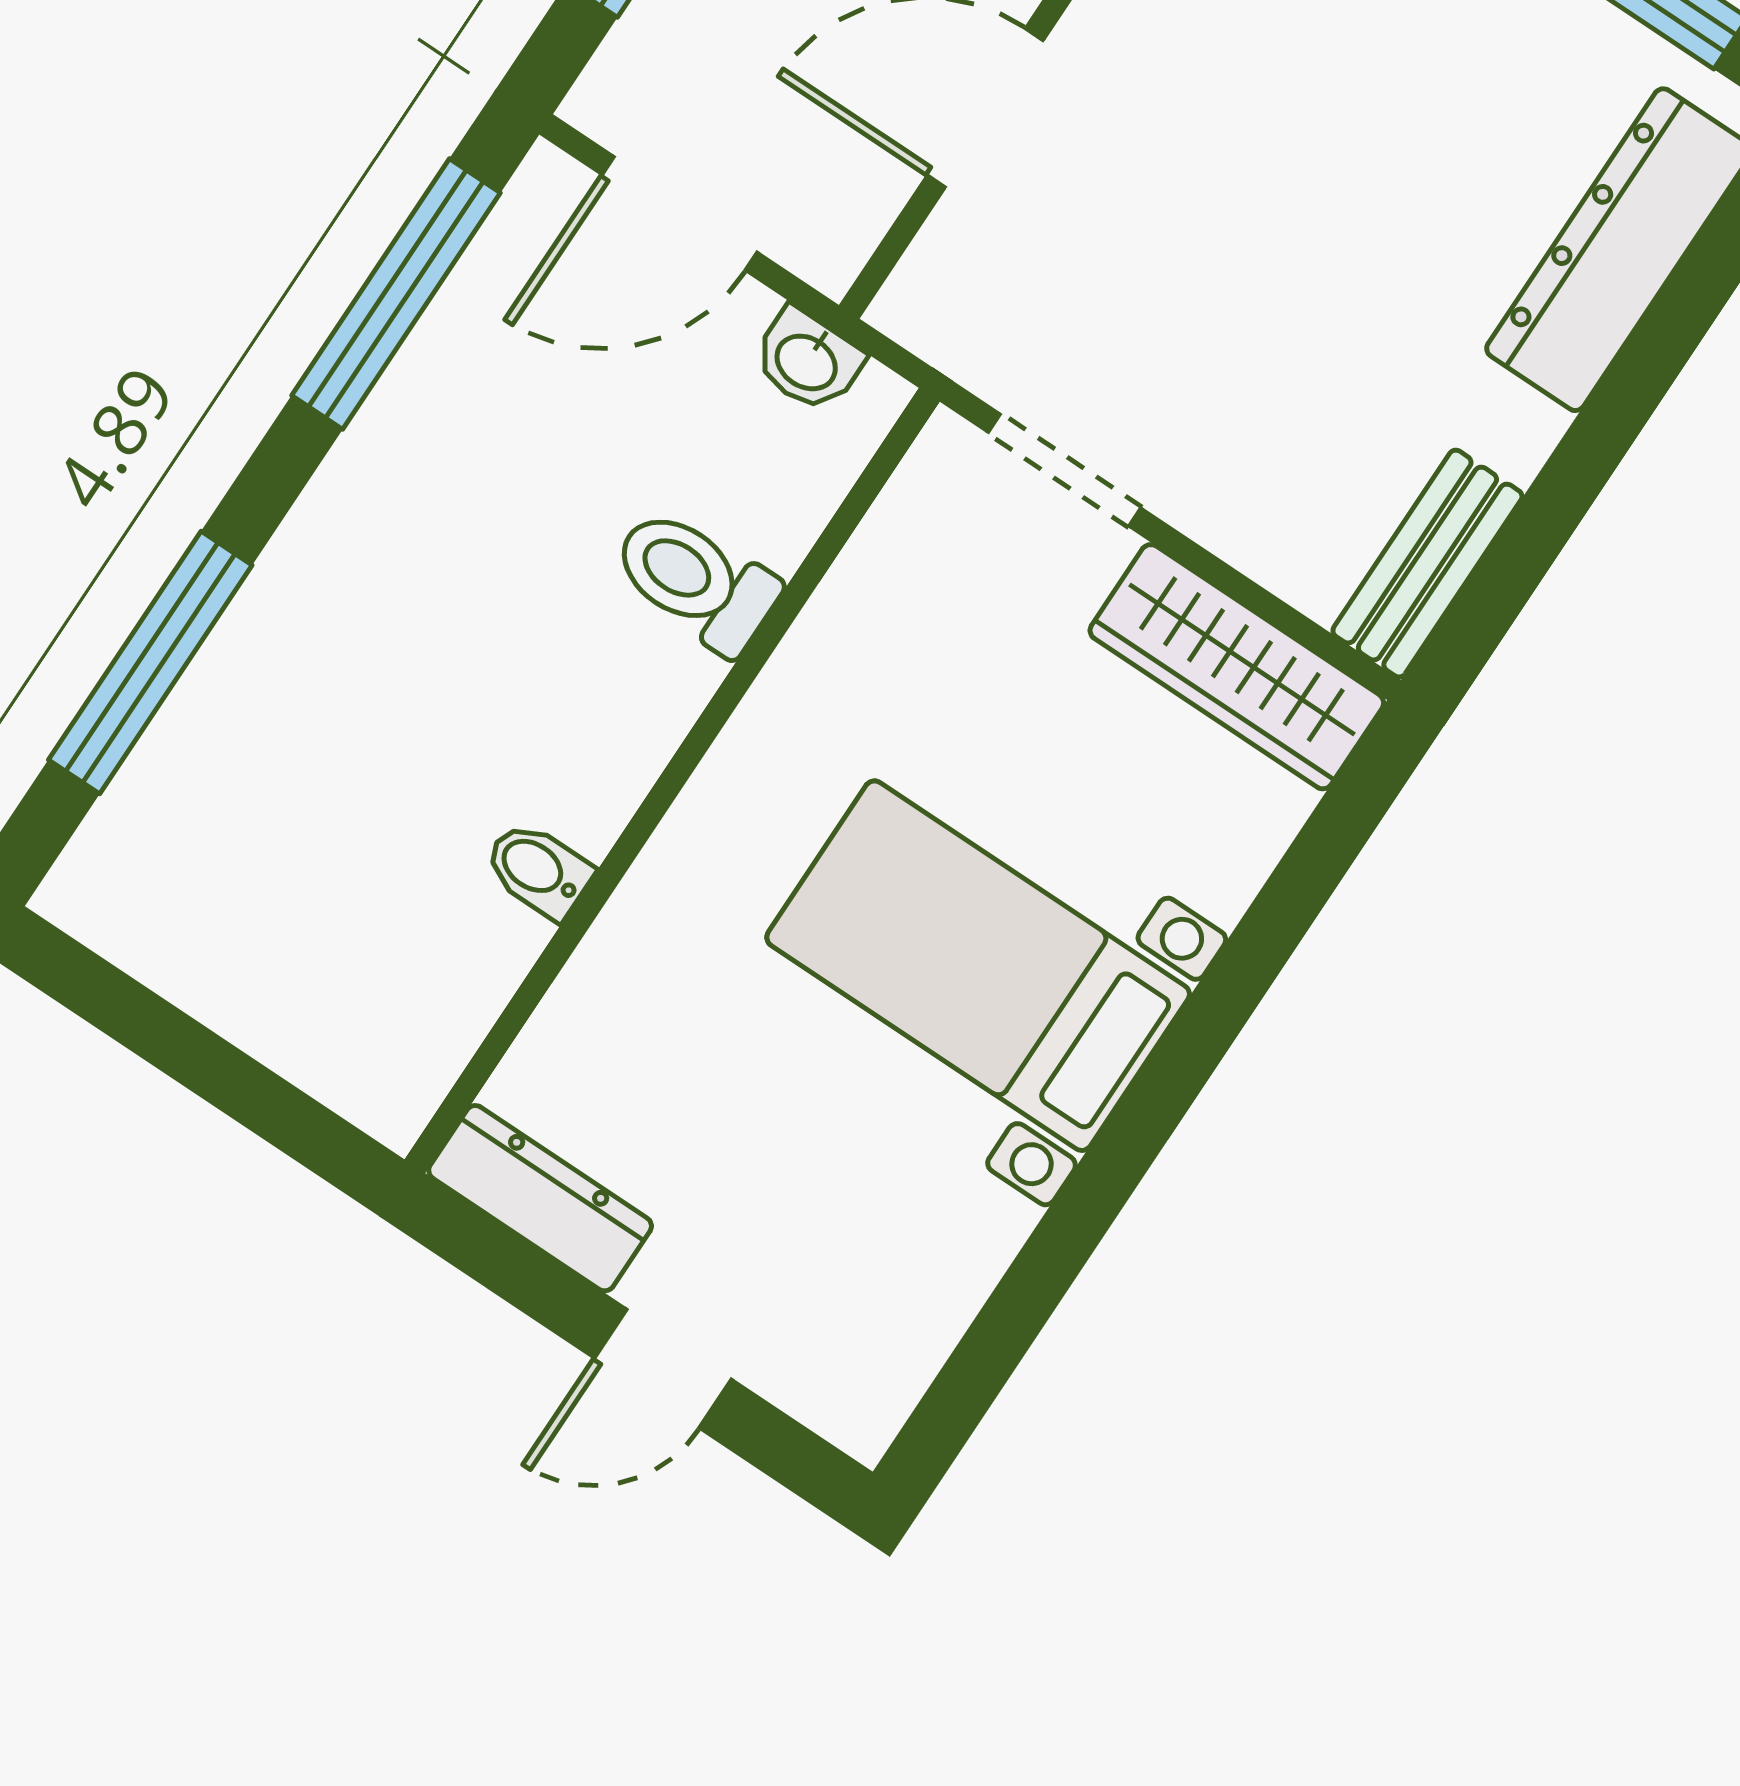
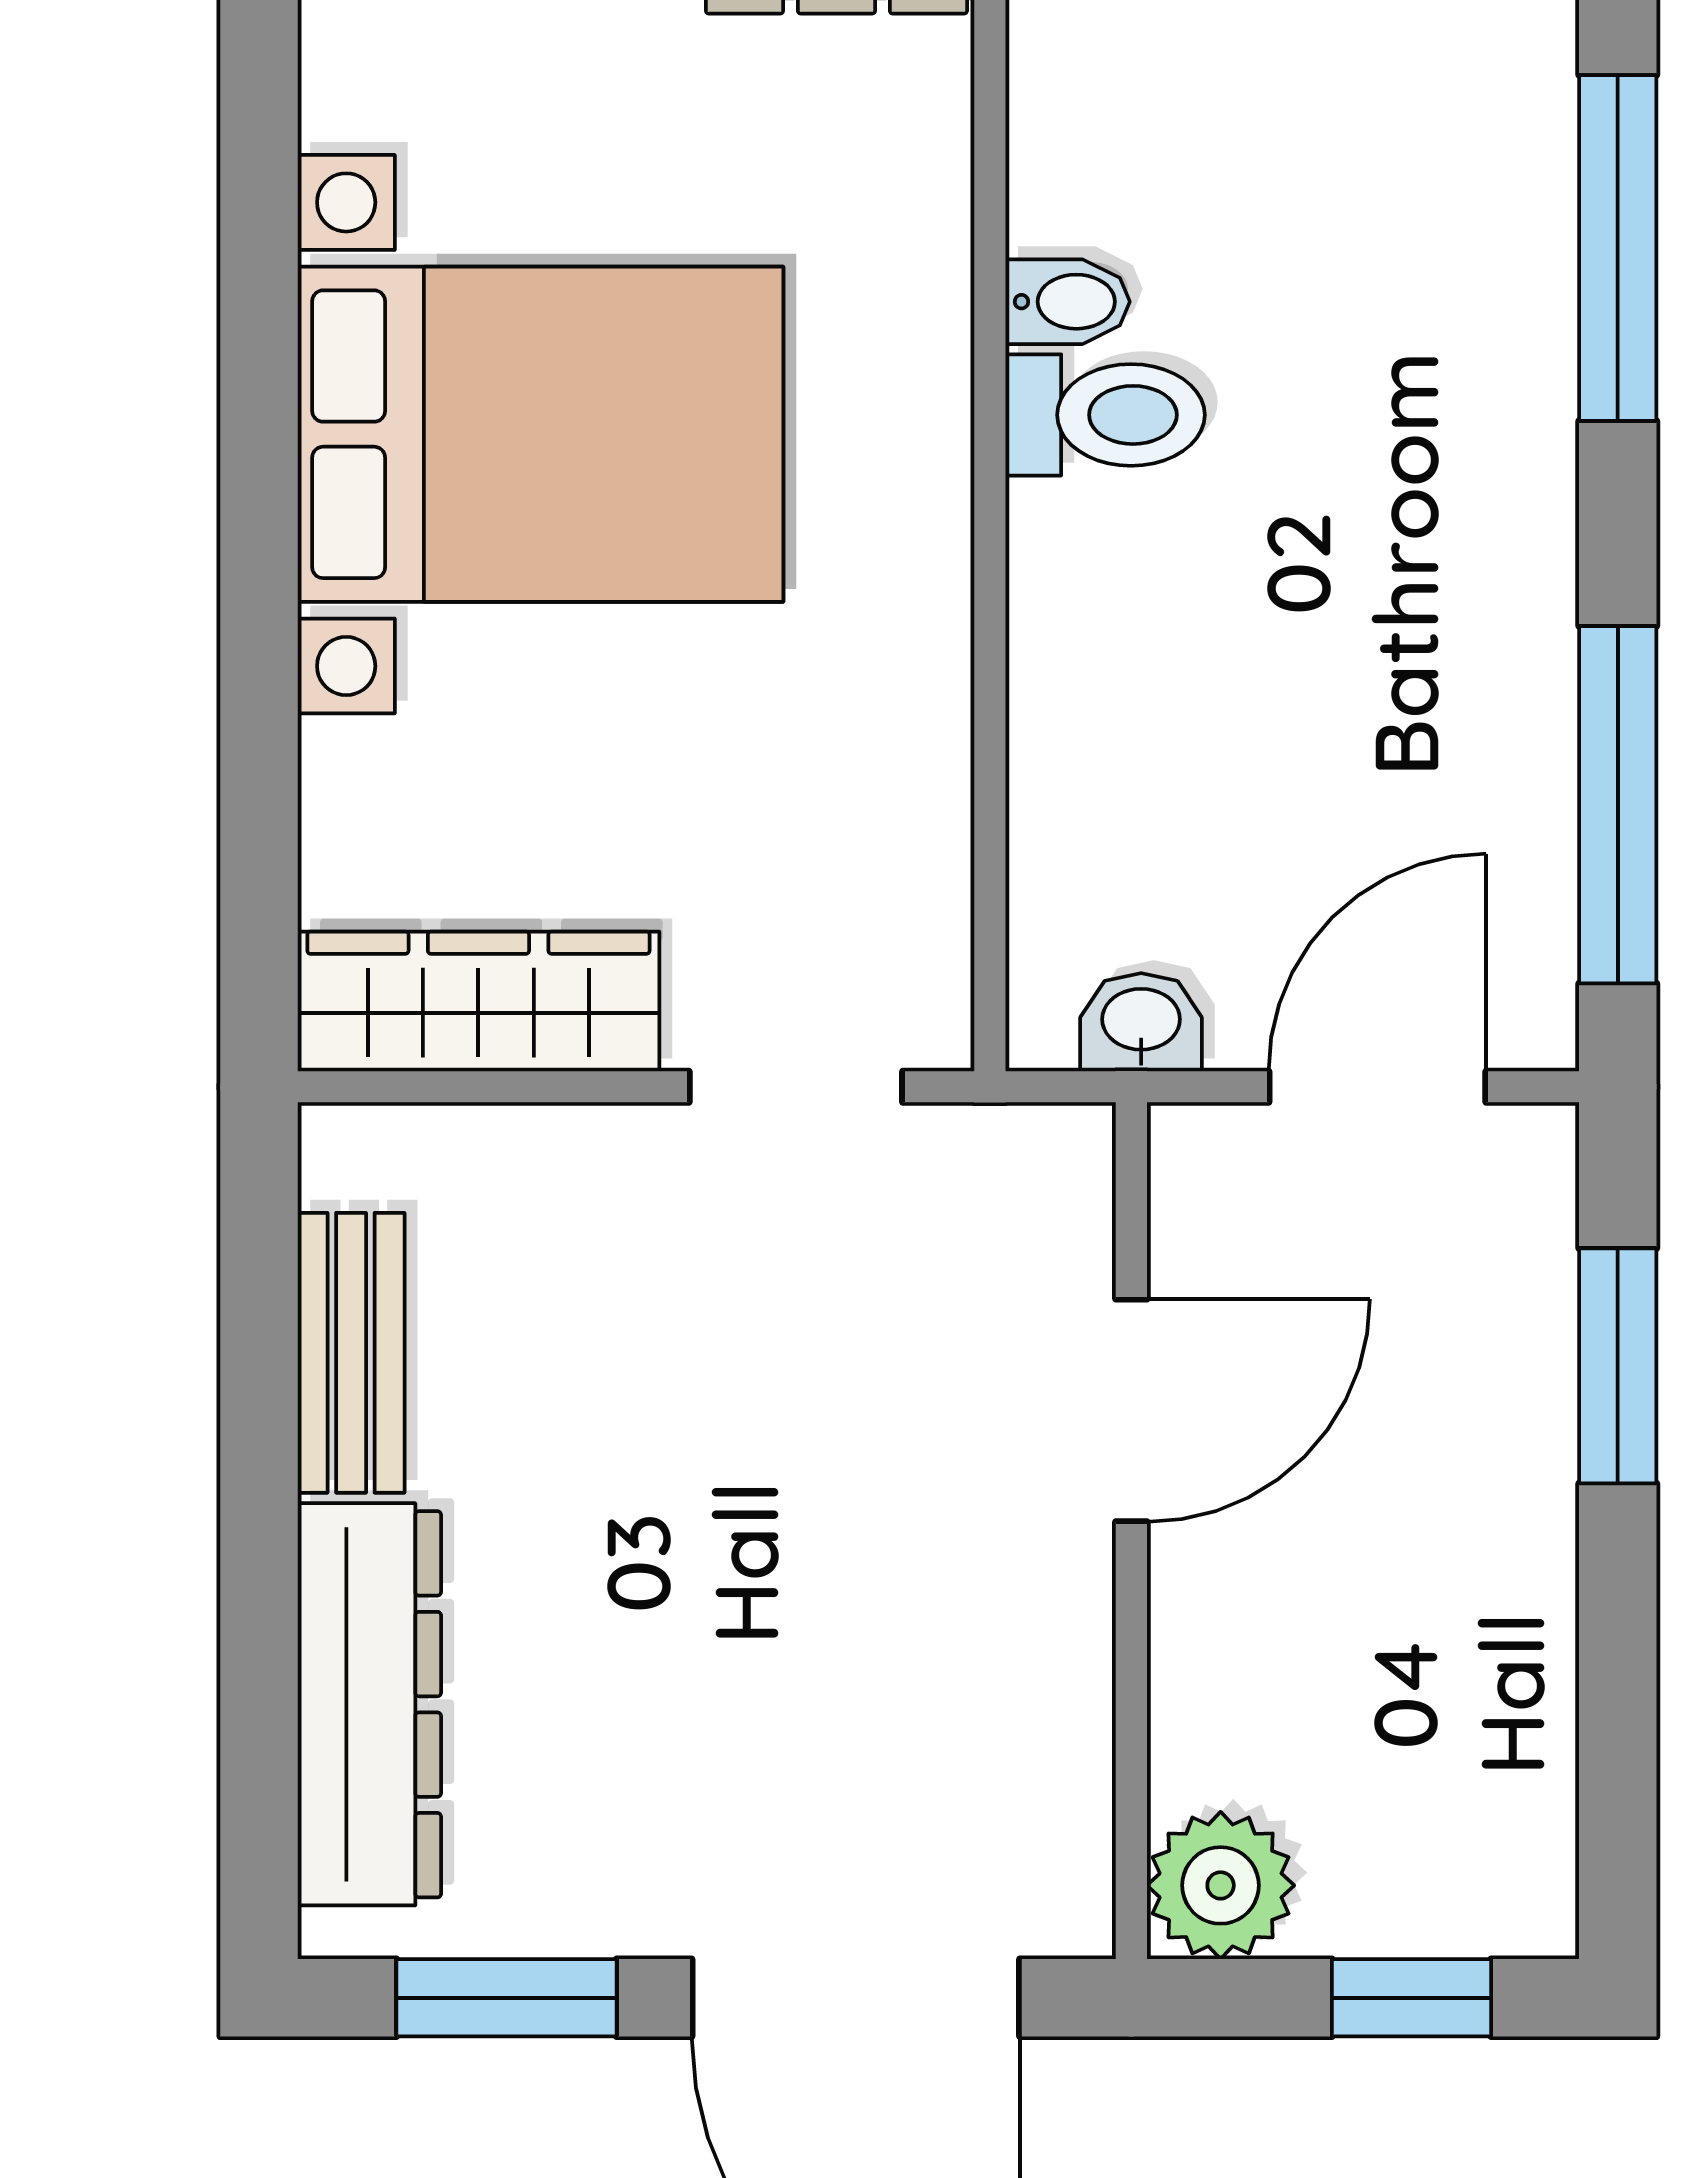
bench: (1427, 564) -> (351, 1353), moved
toilet: (695, 580) -> (1105, 415), moved
bed with nightstands: (978, 966) -> (540, 434), width x1.36

